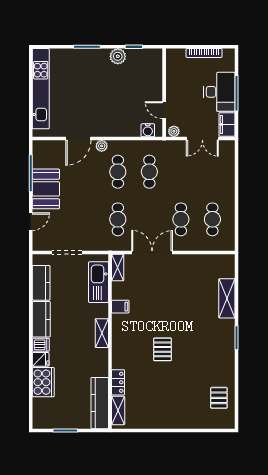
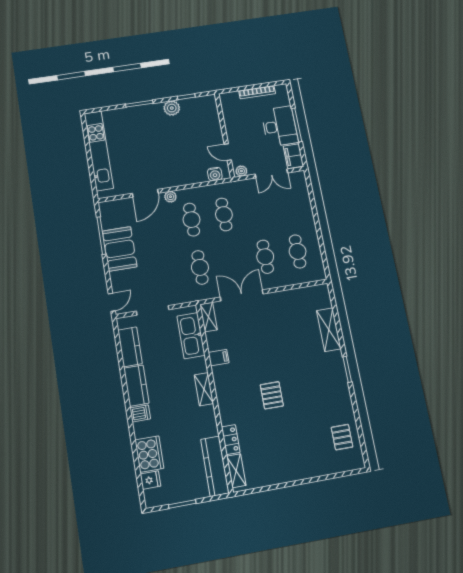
door: (31, 222) -> (112, 302), moved
fridge: (41, 359) -> (151, 480), moved

